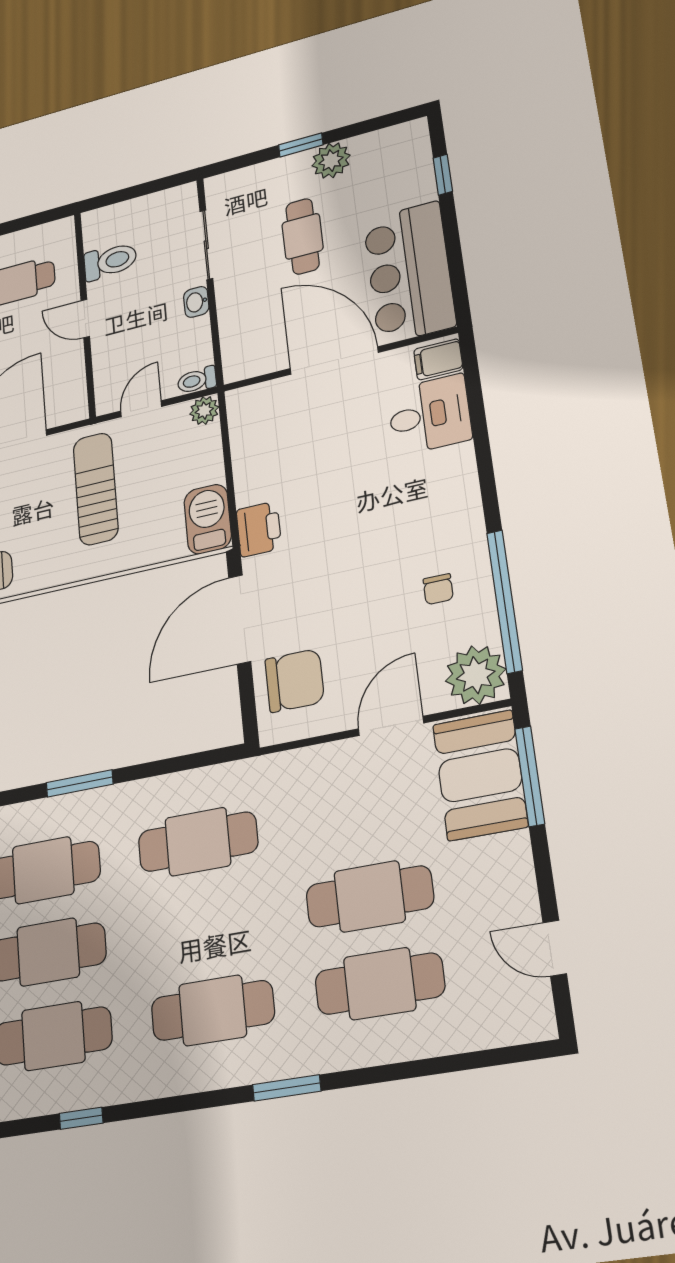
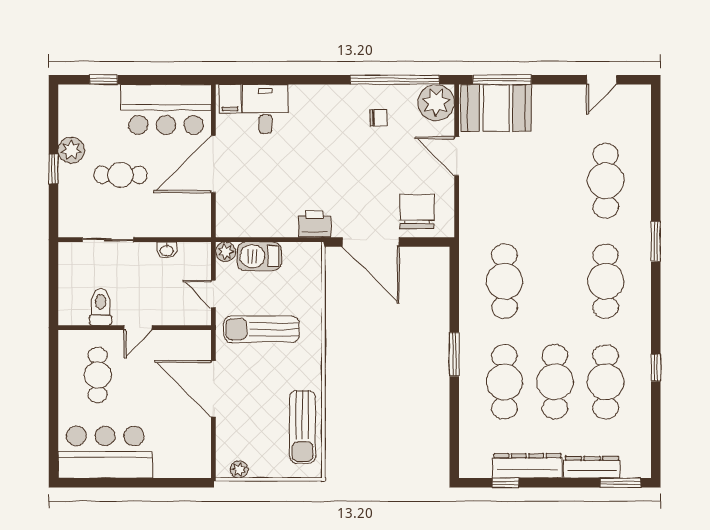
washbasin: (196, 302) -> (167, 250), moved
toilet: (197, 380) -> (203, 255), removed
barbecue: (208, 519) -> (259, 256), moved
cafe table: (370, 896) -> (555, 181), removed

